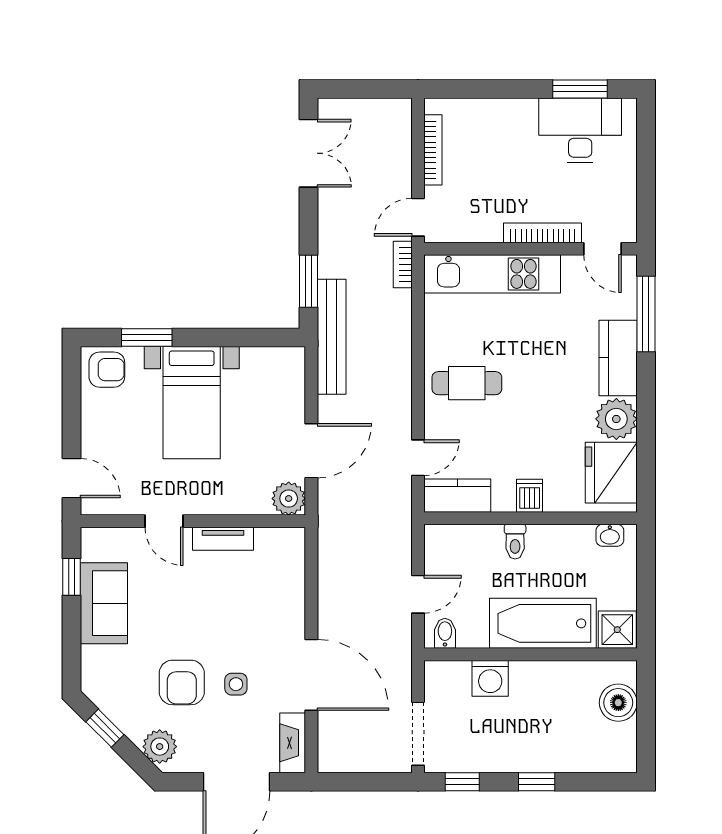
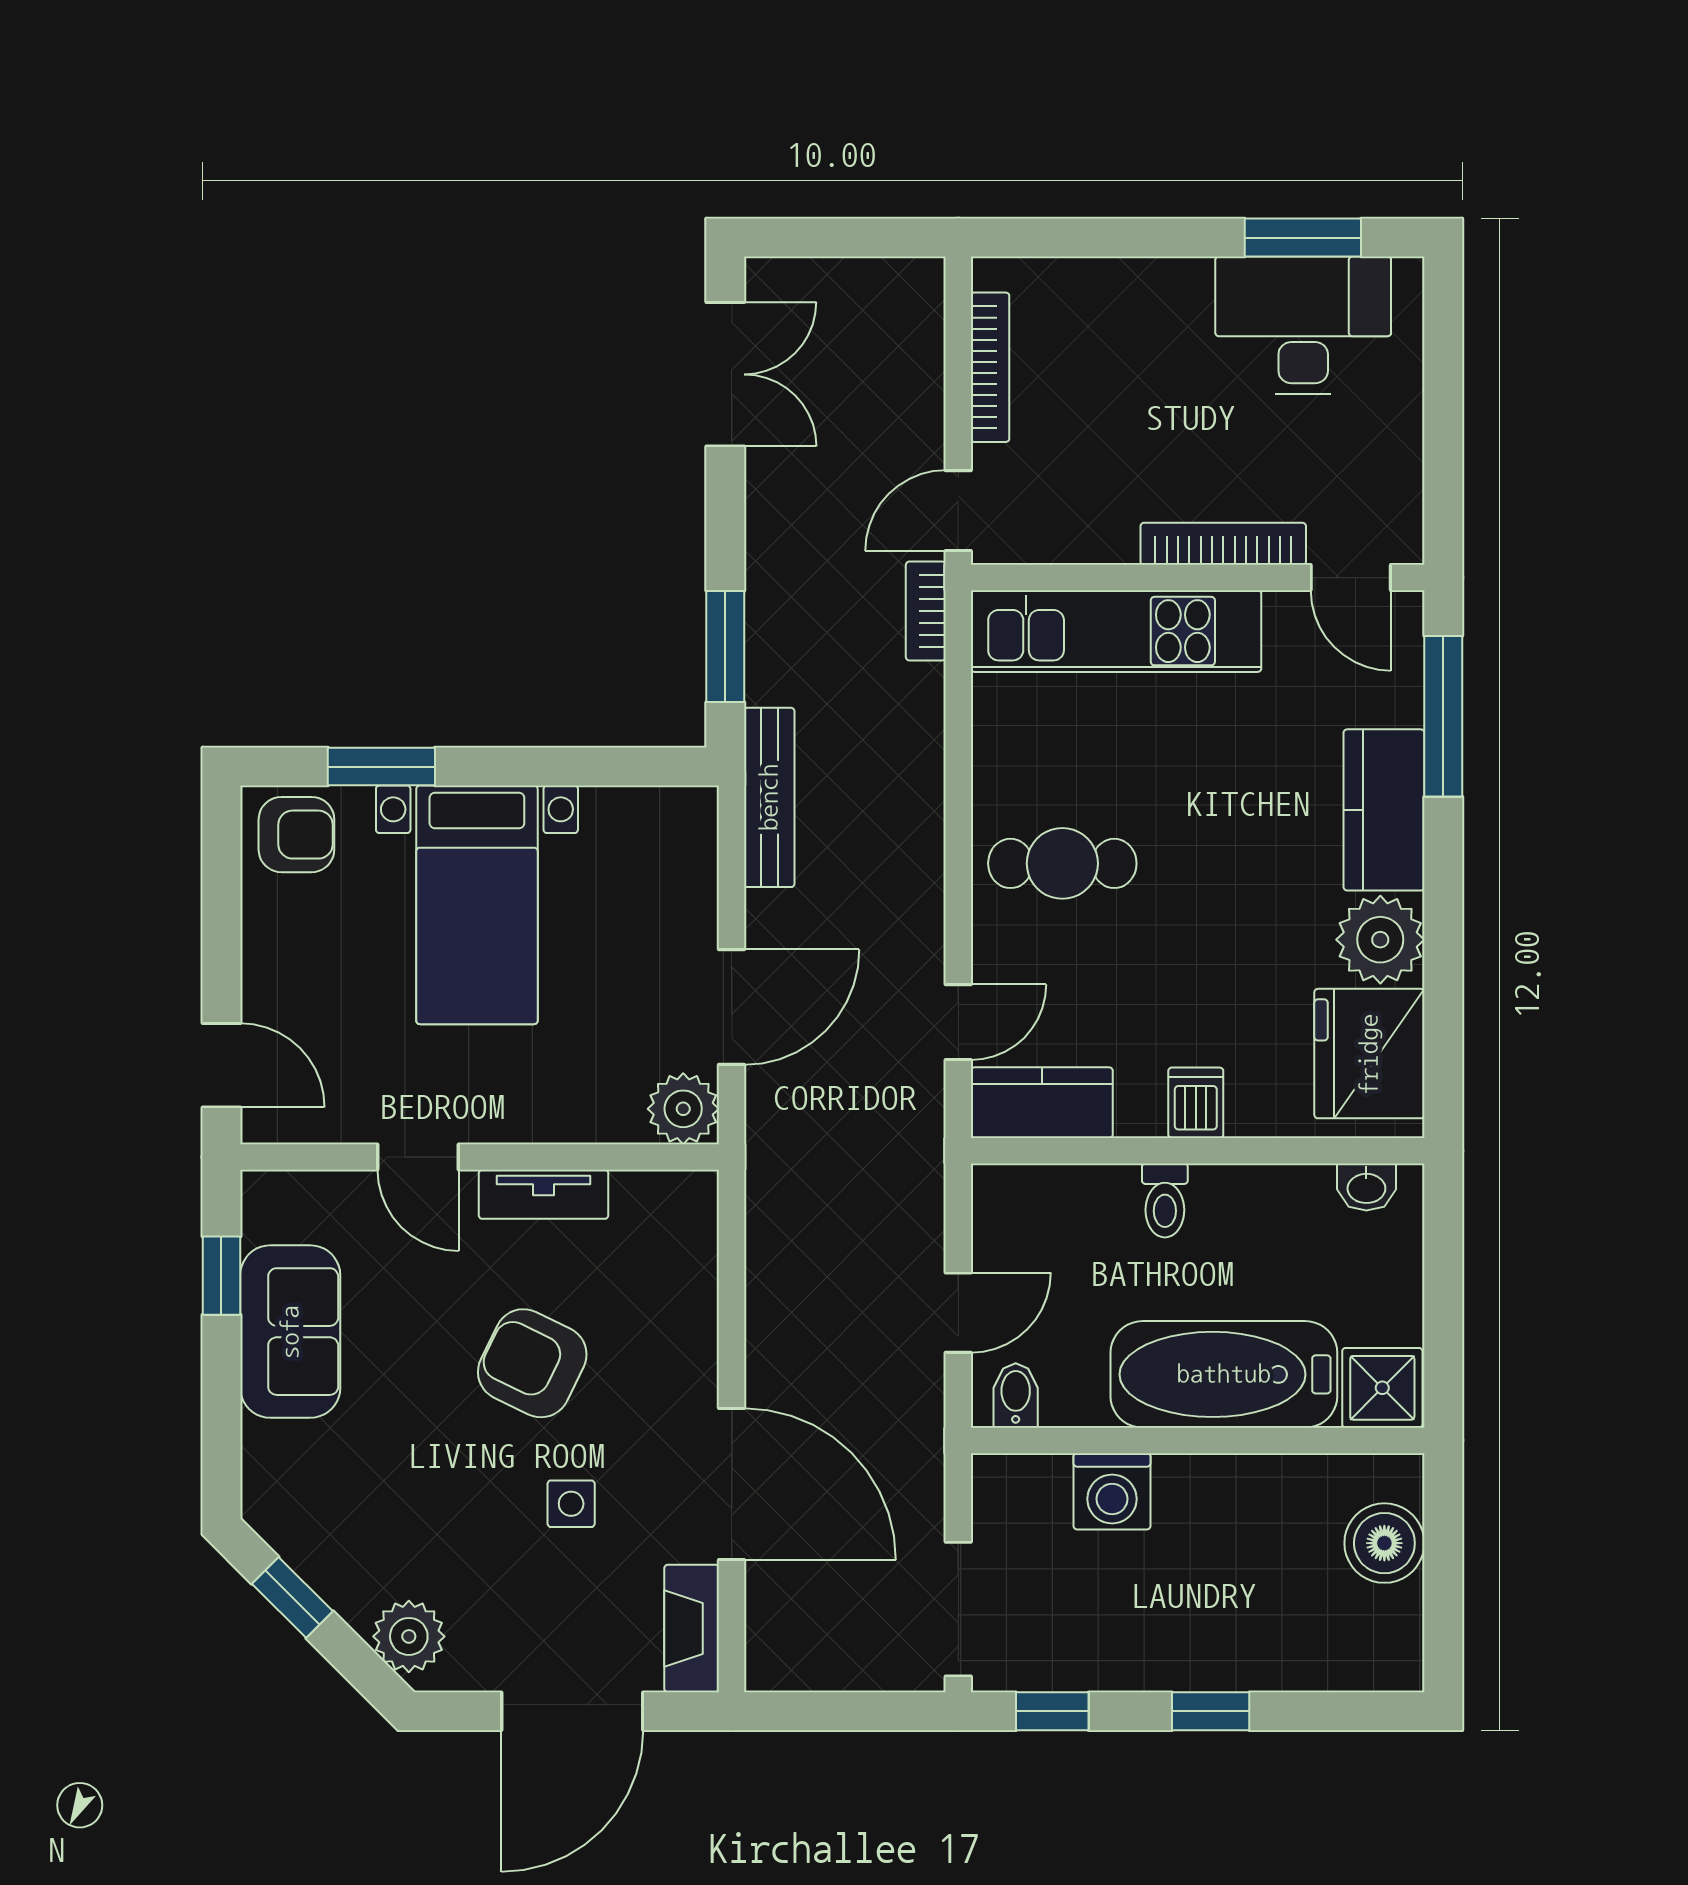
bench: (332, 337) -> (769, 797), width x0.73, depth x0.82
armchair: (182, 682) -> (532, 1363), moved, turned 116

